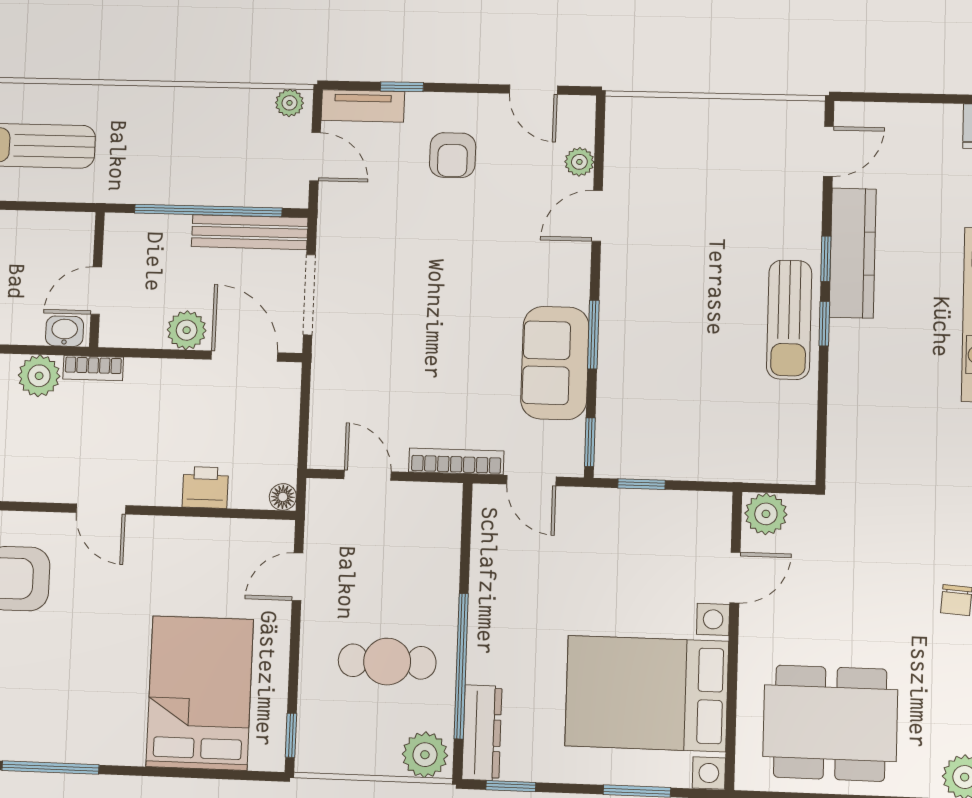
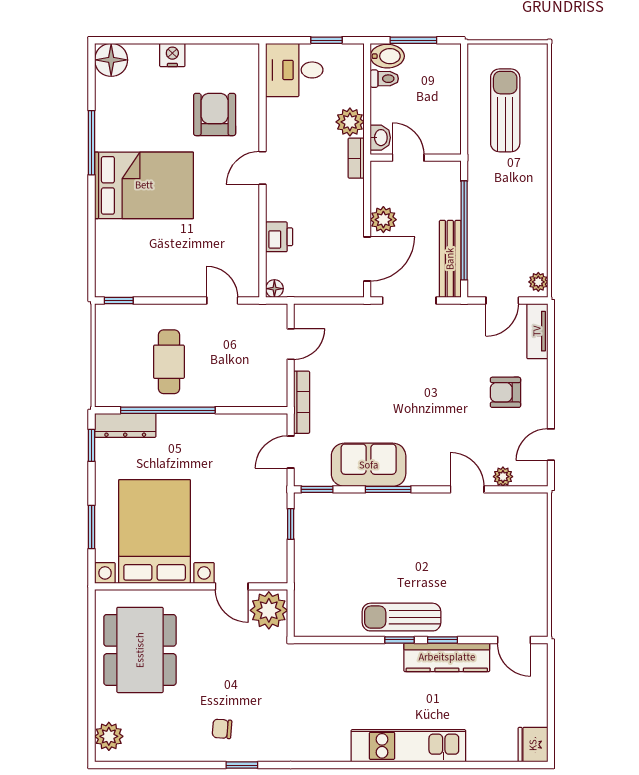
window: (402, 87) -> (551, 357), removed
plant: (766, 514) -> (269, 610), width x1.36, depth x1.36
bed: (200, 693) -> (144, 185), moved
plant: (425, 755) -> (110, 389), removed

